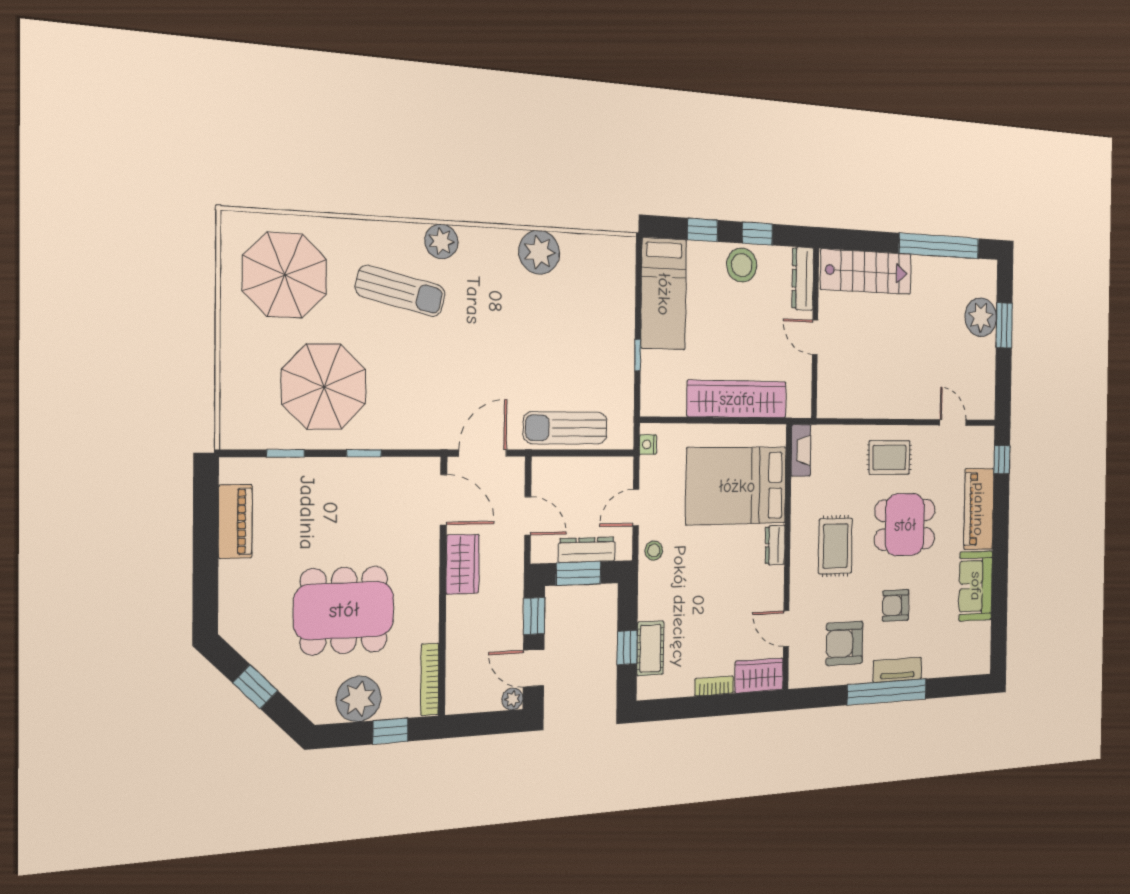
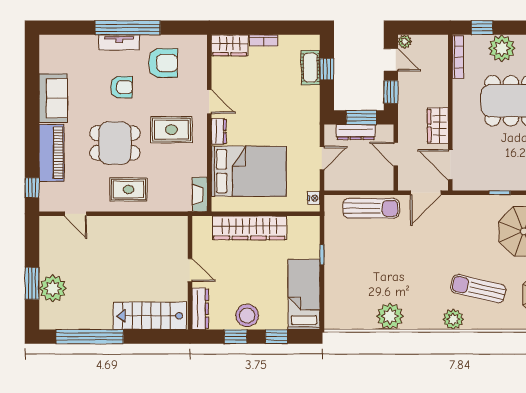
rug: (835, 546) -> (171, 130), turned 90
stool: (654, 551) -> (309, 130), removed
door: (786, 629) -> (209, 102), moved

